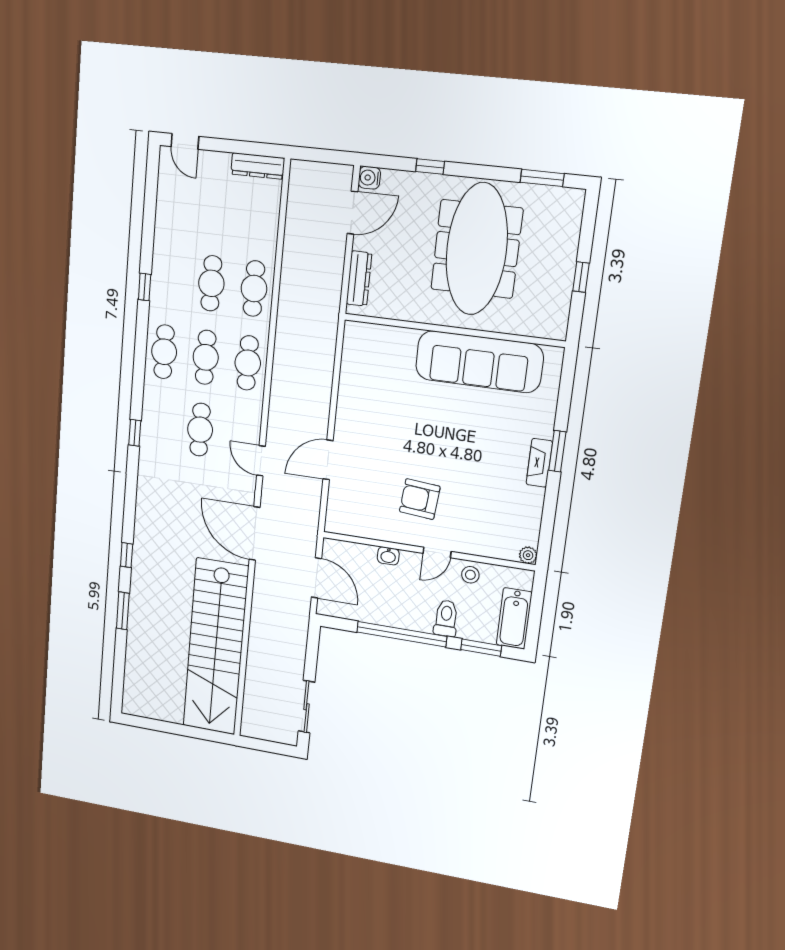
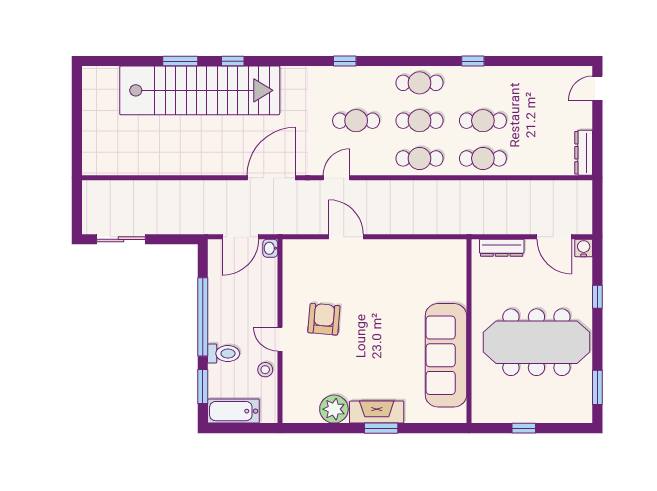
fireplace: (539, 463) -> (377, 412), width x1.37, depth x1.32
plant: (528, 555) -> (334, 409), moved, width x1.88, depth x1.88
washbasin: (388, 556) -> (270, 248), moved
stairs: (216, 647) -> (200, 90), moved, turned 180

